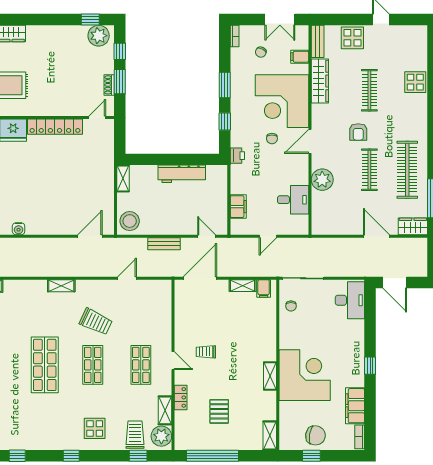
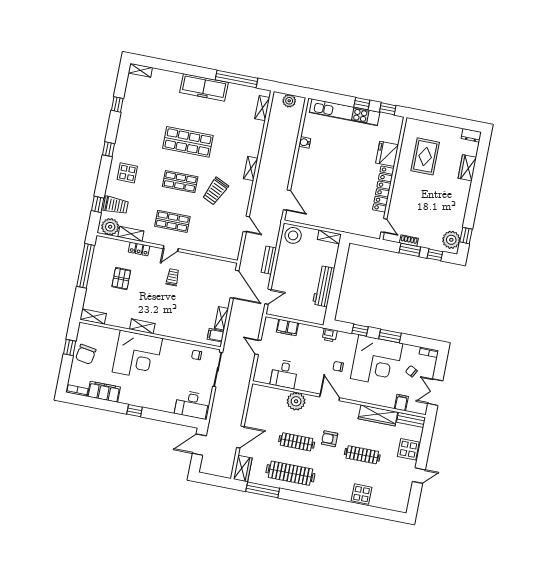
corner desk: (282, 101) -> (377, 361), moved, turned 180
pallet: (219, 411) -> (121, 279), turned 90

